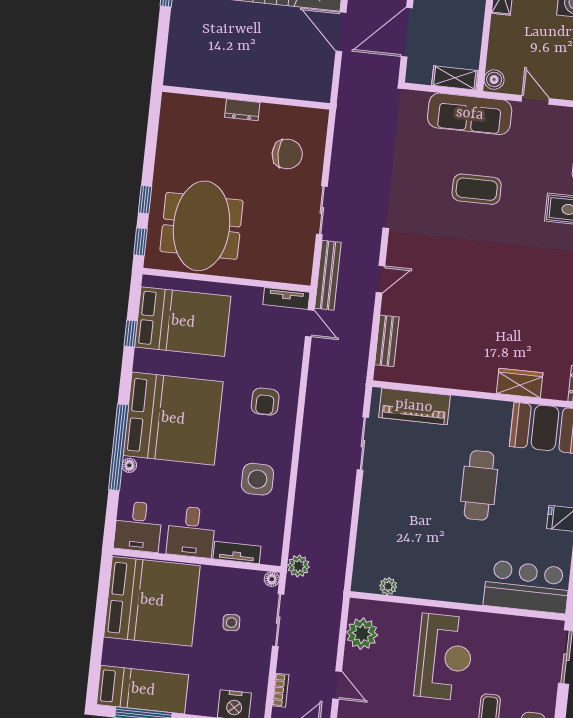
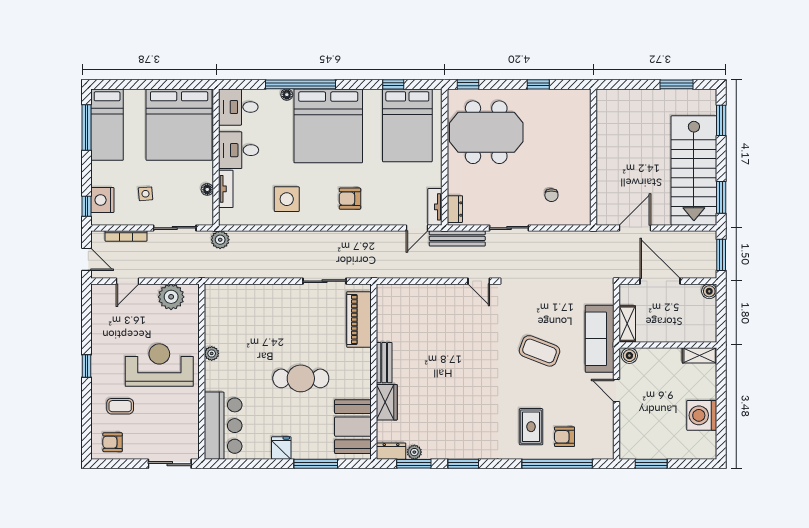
door: (341, 32) -> (635, 228), moved
door: (535, 100) -> (617, 390), swing flipped
dresser: (242, 110) -> (455, 209), moved, turned 180
chair: (287, 154) -> (551, 195), width x0.54, depth x0.54
coffee table: (477, 189) -> (540, 351), turned -69
window: (145, 200) -> (538, 84), moved
door: (380, 279) -> (479, 281), moved
bench: (387, 341) -> (384, 363), moved, turned 90
floor lamp: (272, 579) -> (207, 189), moved
plant: (388, 586) -> (212, 353), moved
side table: (231, 623) -> (145, 194), moved
reception desk: (444, 657) -> (159, 365), turned 180
bookcase: (281, 690) -> (126, 236), width x1.56

